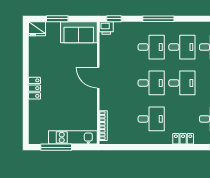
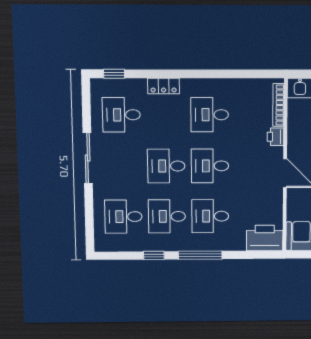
window: (114, 19) -> (154, 255), moved
printer: (106, 28) -> (265, 238), width x1.87, depth x1.48
printer: (105, 103) -> (276, 137), added

